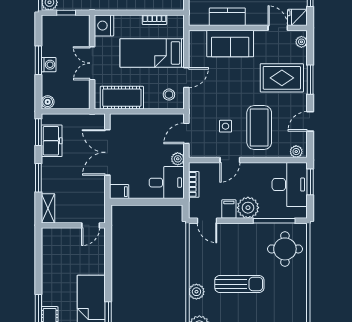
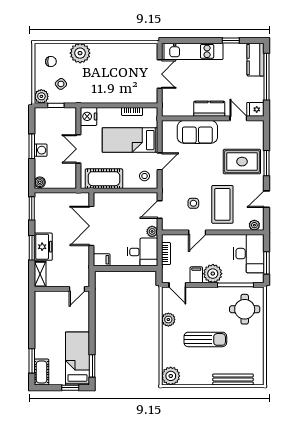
kitchen counter: (227, 17) -> (209, 109), moved
plant: (301, 42) -> (259, 130), removed
freezer: (52, 141) -> (43, 247), moved
window: (310, 182) -> (266, 263), moved
plant: (196, 292) -> (168, 320), moved

